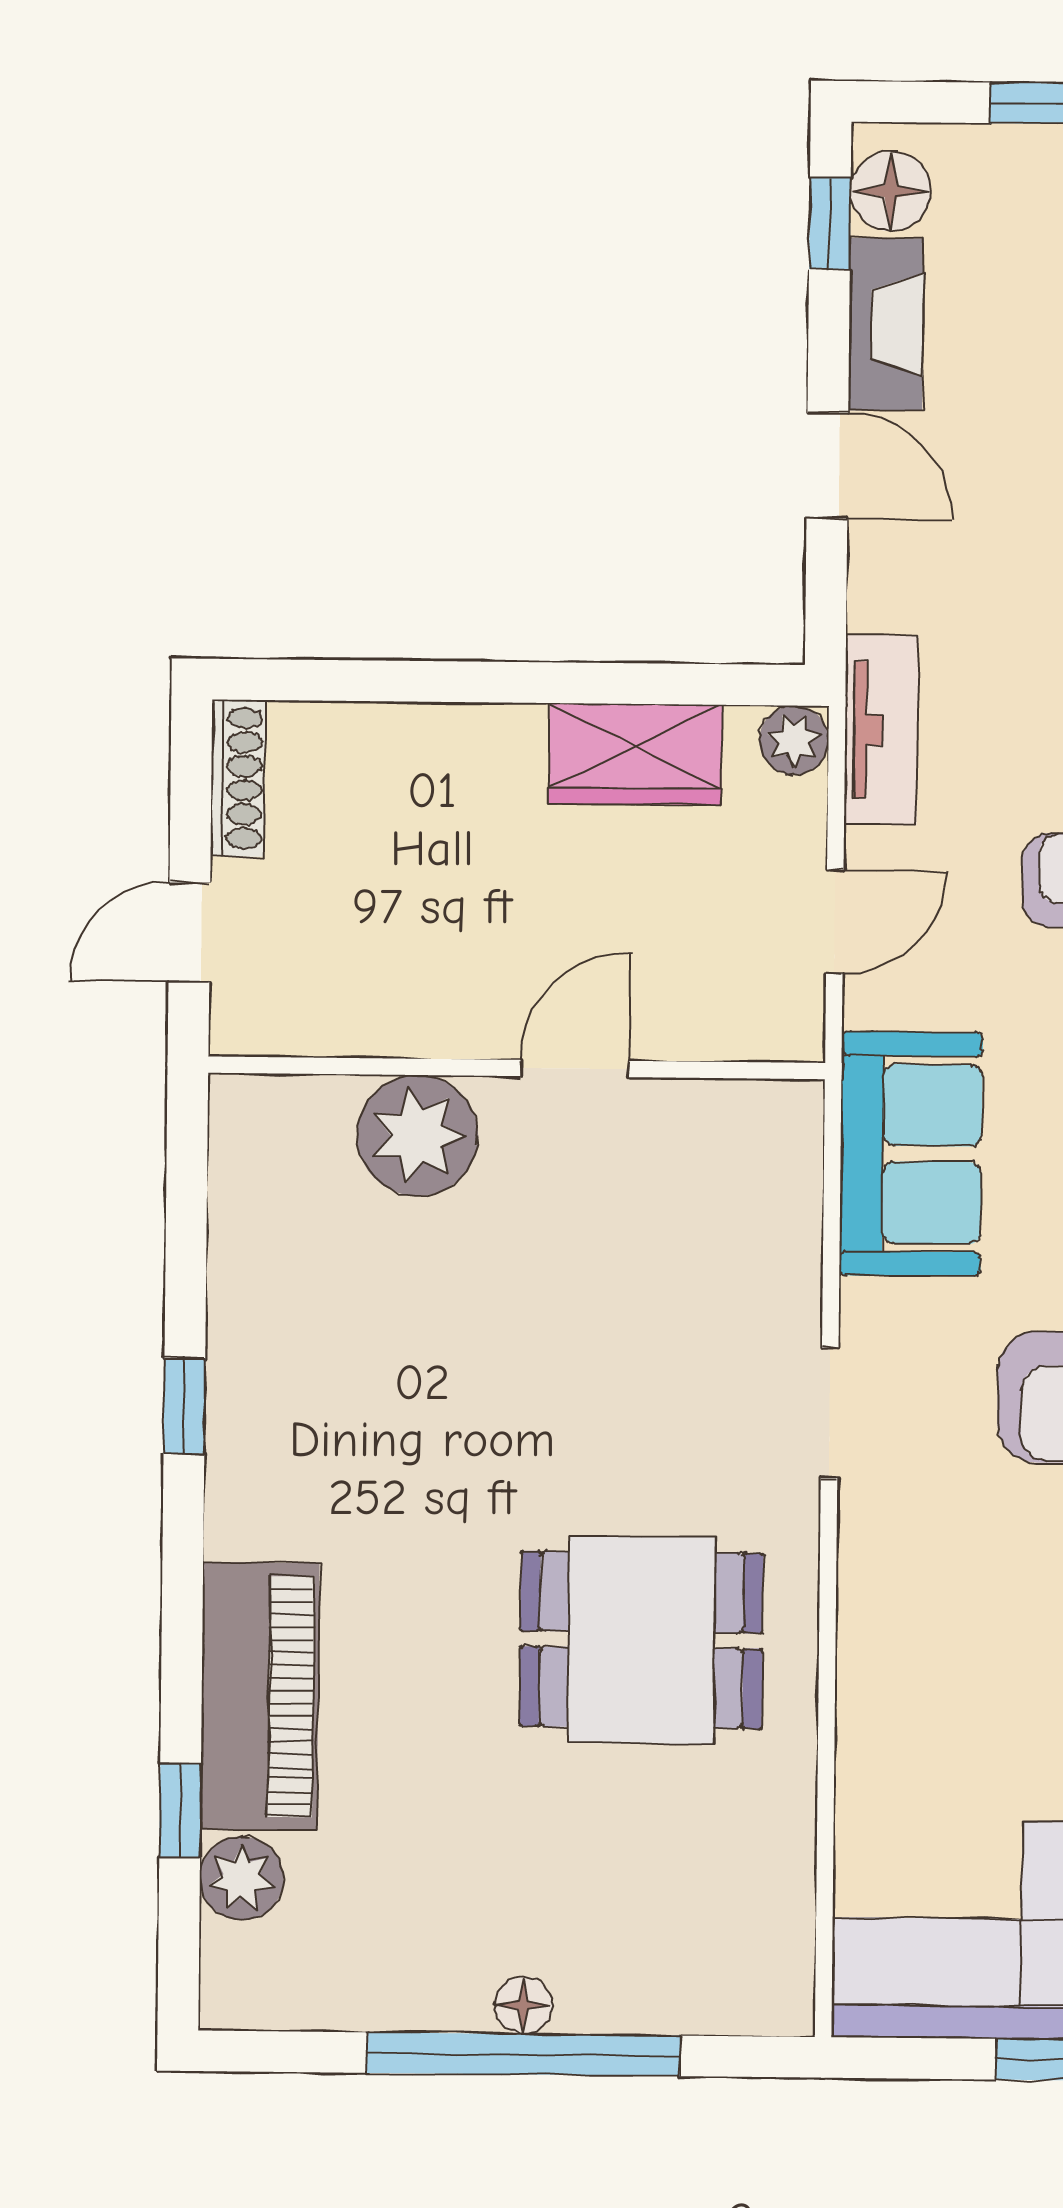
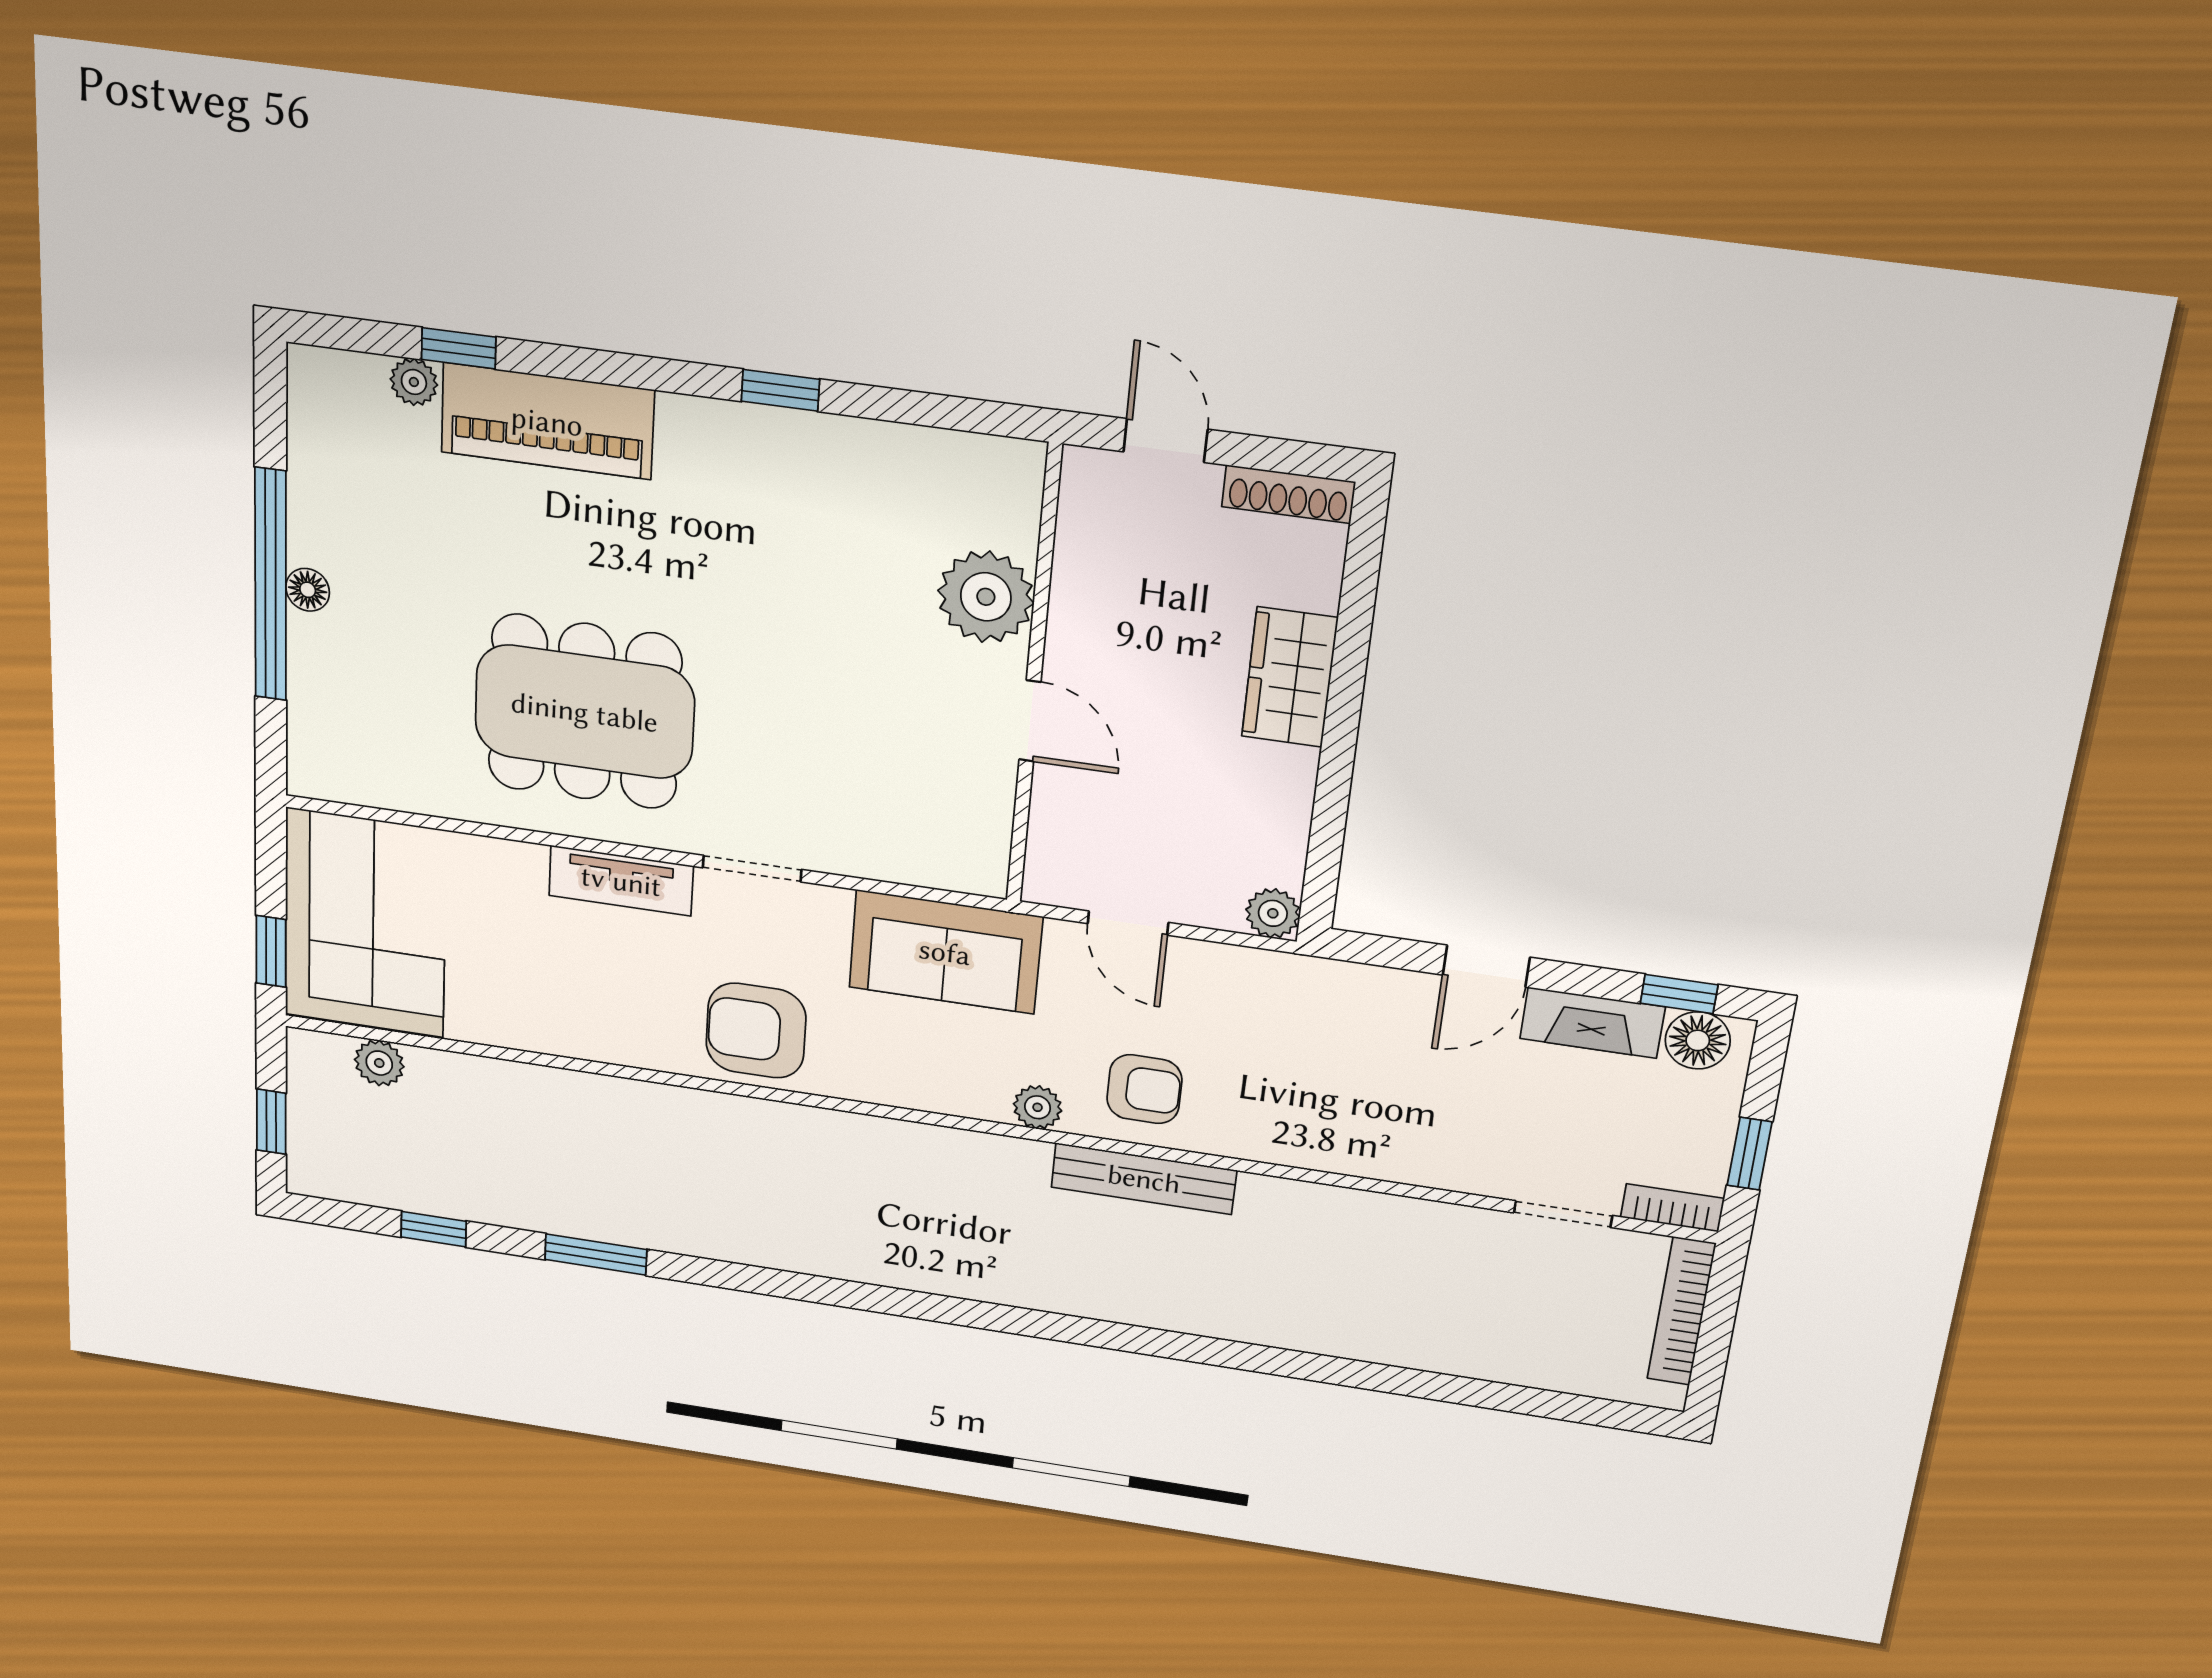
tv unit: (881, 730) -> (621, 881), moved
wardrobe: (635, 754) -> (1290, 677), moved
dining table: (641, 1640) -> (584, 712), width x1.38
plant: (242, 1878) -> (414, 382), width x0.73, depth x0.73

